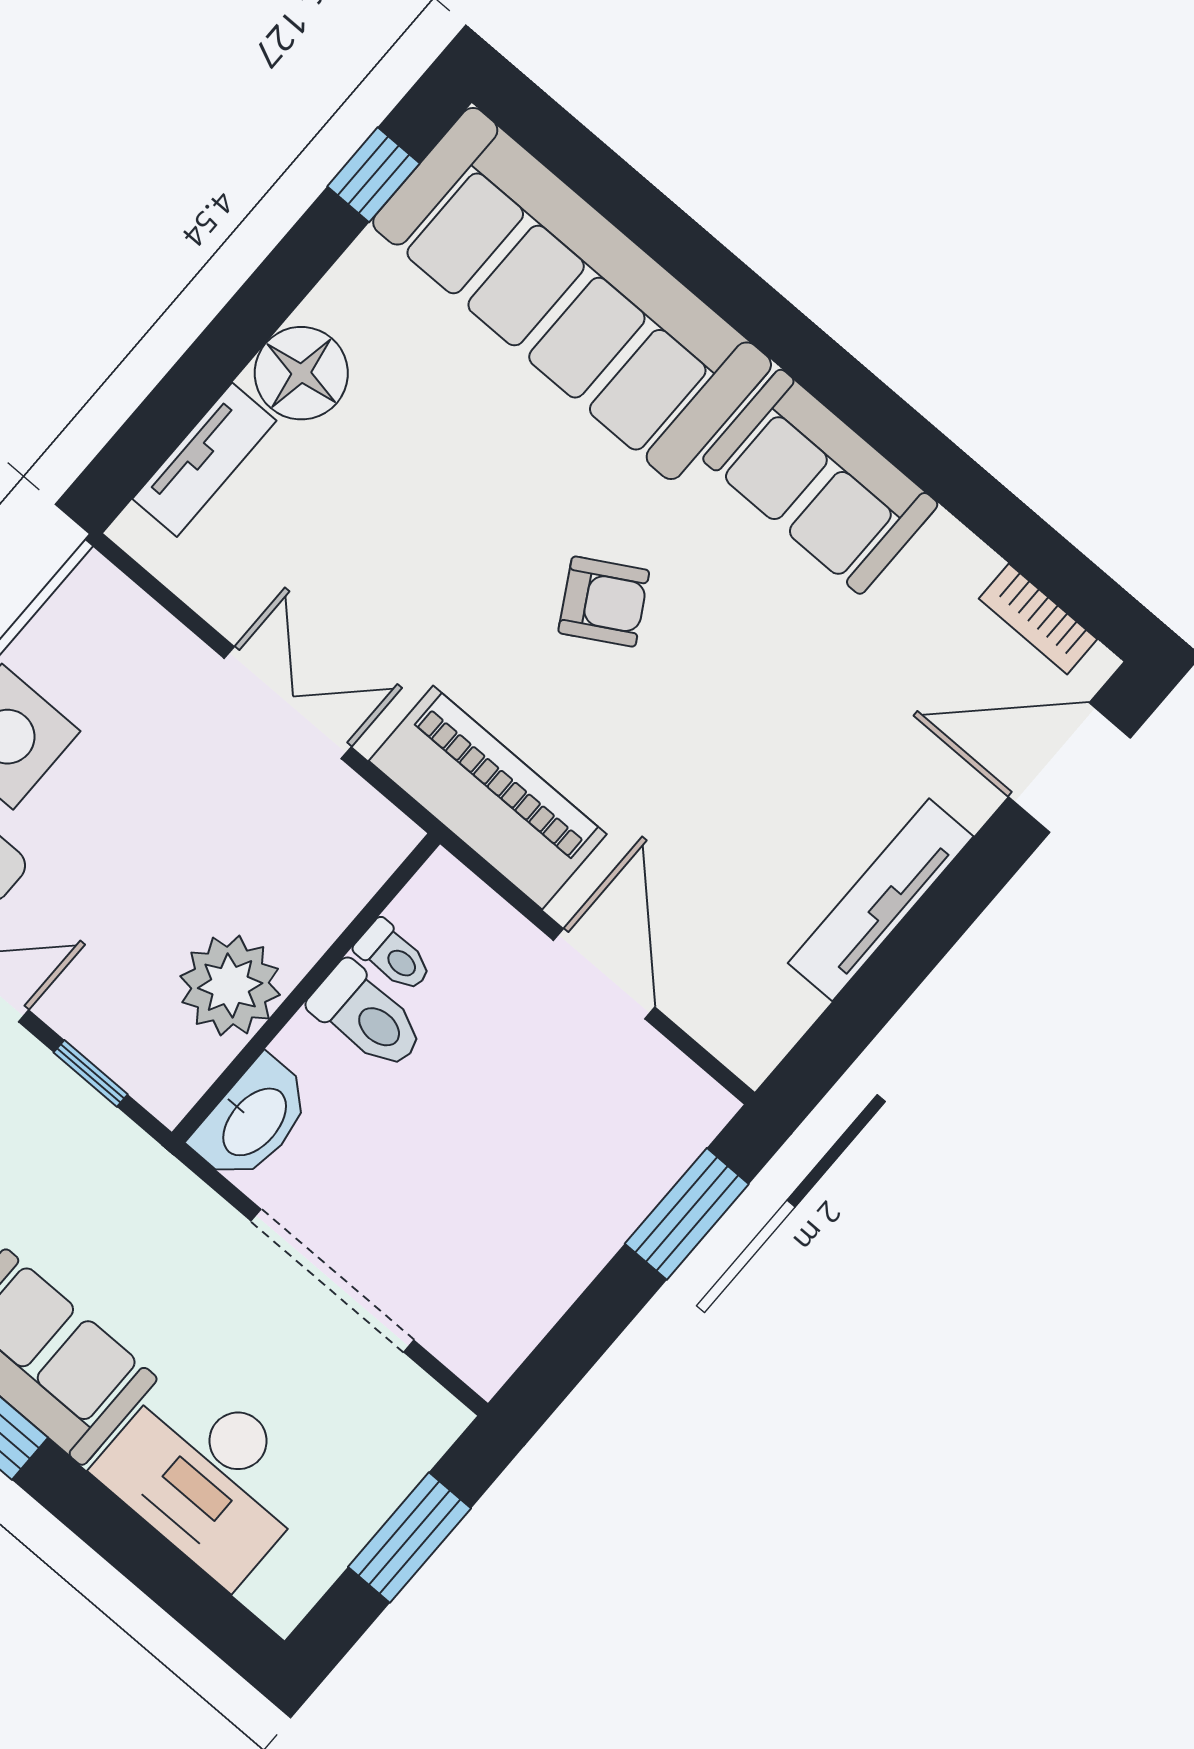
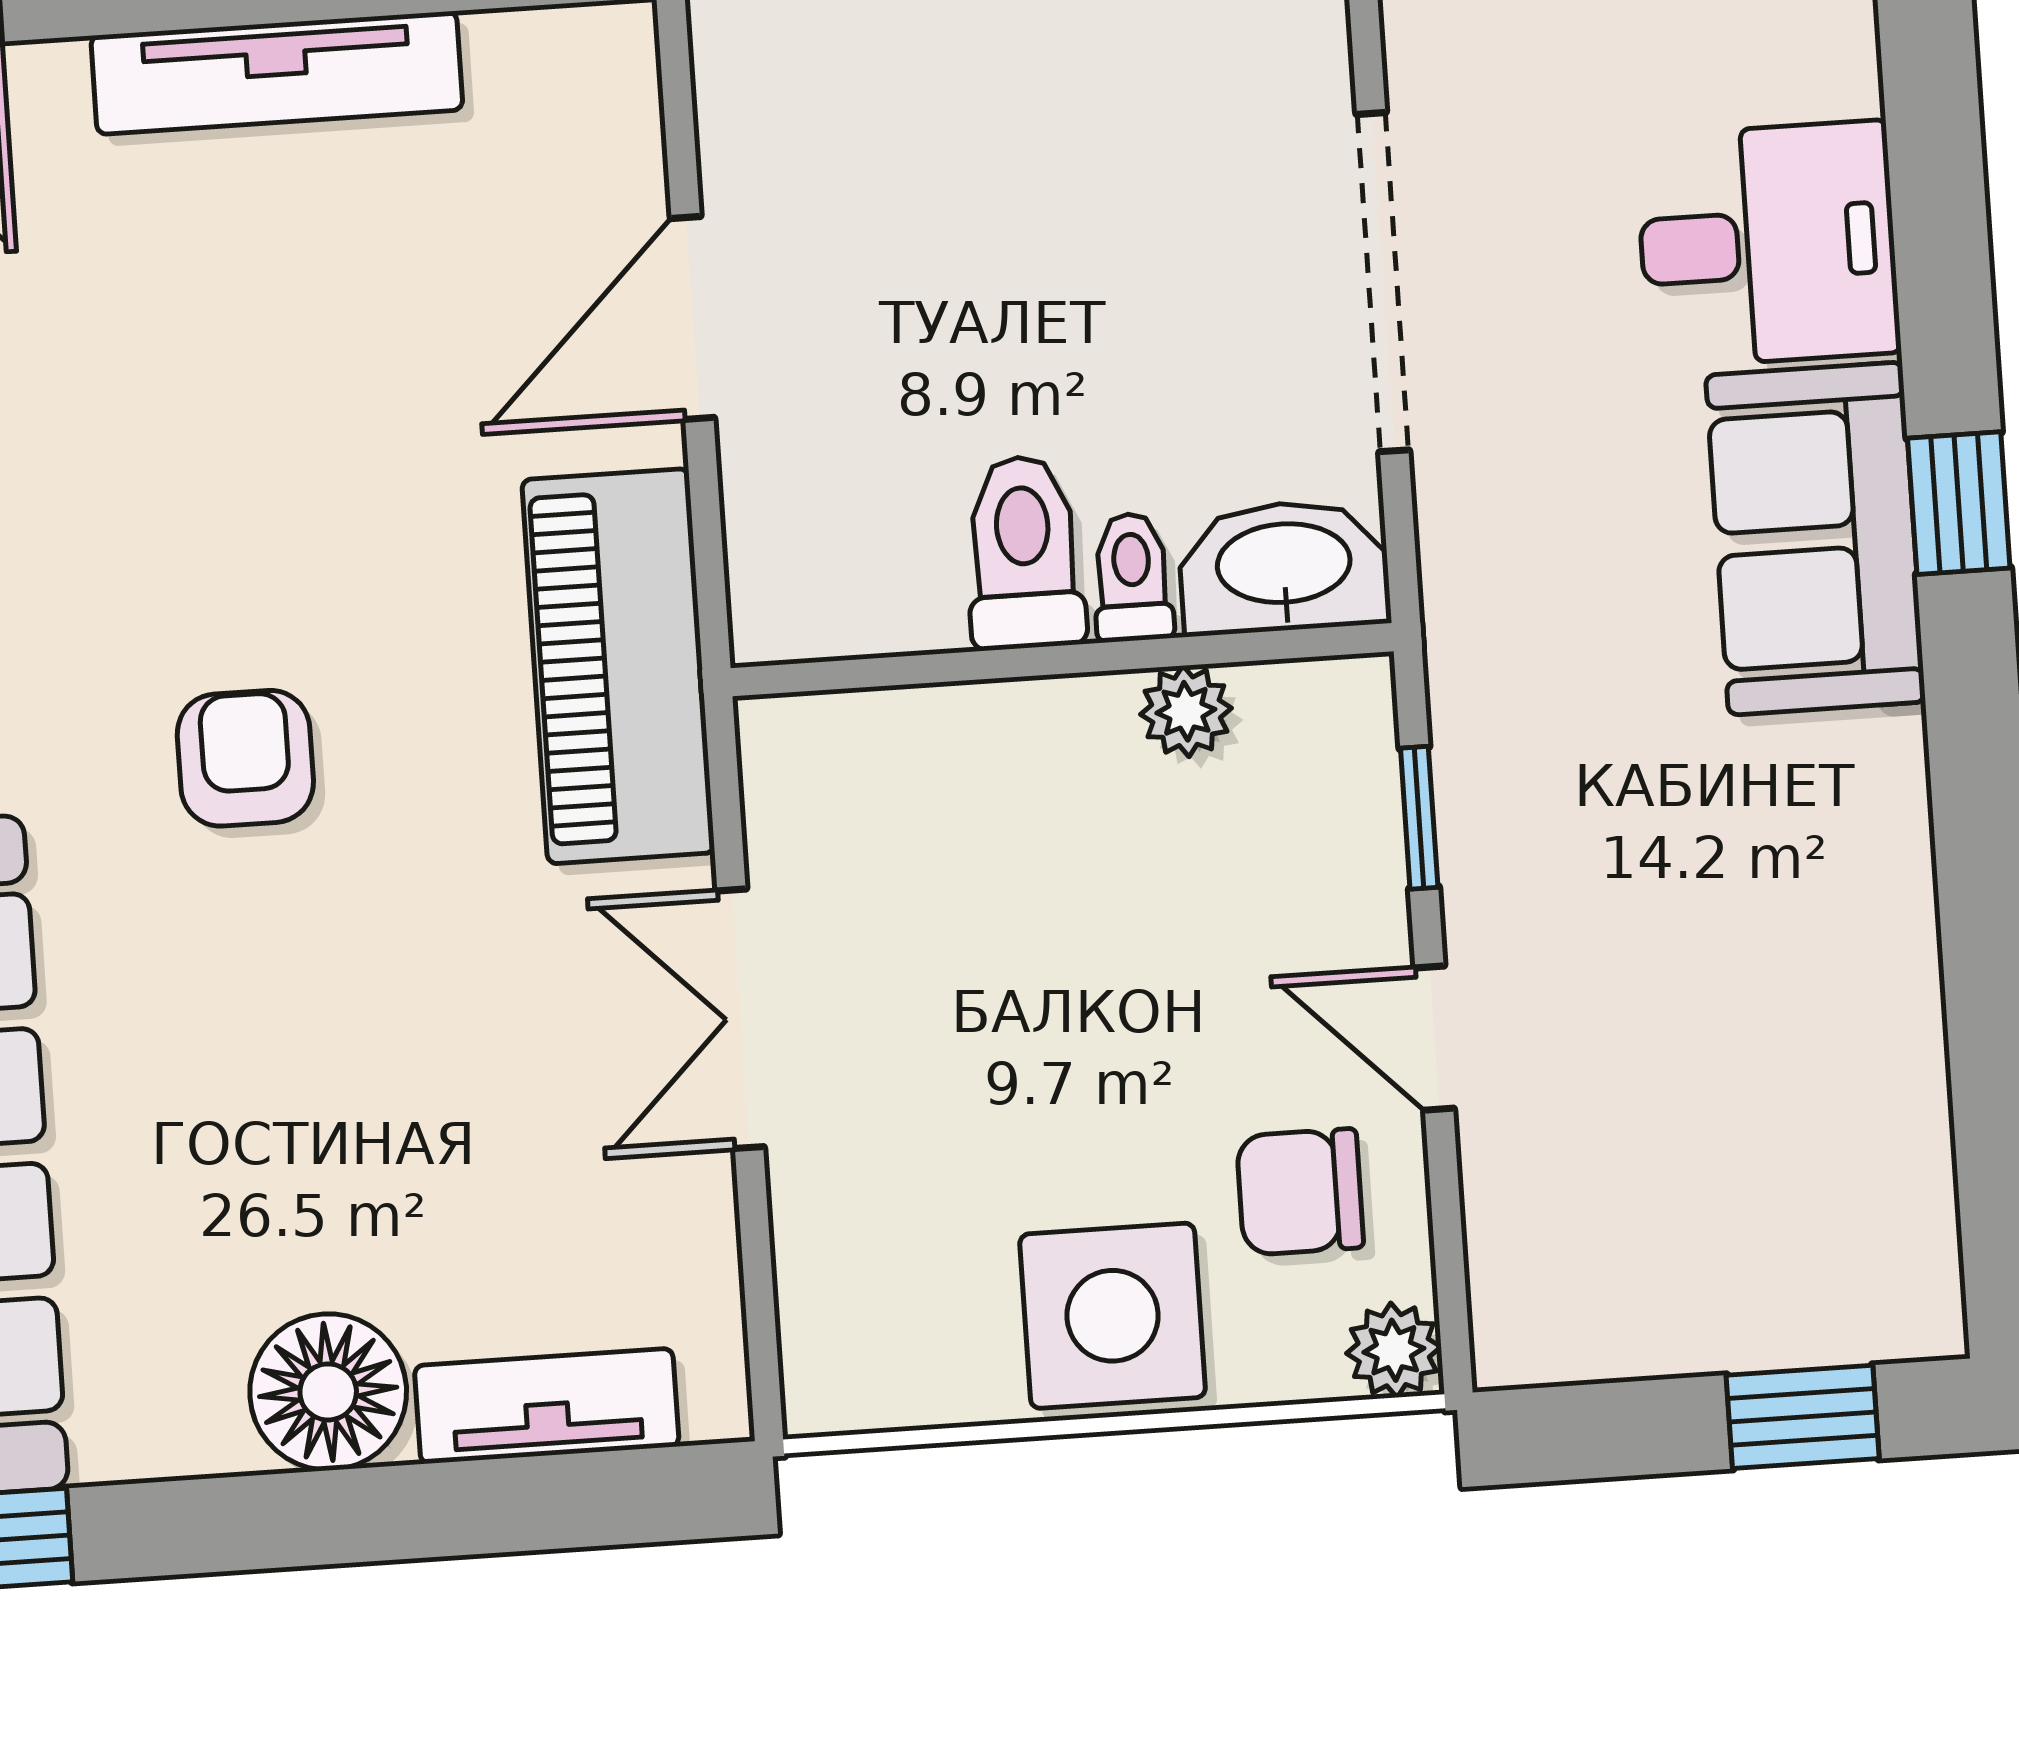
armchair: (604, 602) -> (245, 758), turned 30
toilet: (394, 956) -> (1132, 577), moved
plant: (230, 986) -> (1186, 711), width x0.53, depth x0.53
desk: (208, 1476) -> (1768, 244), width x0.73

